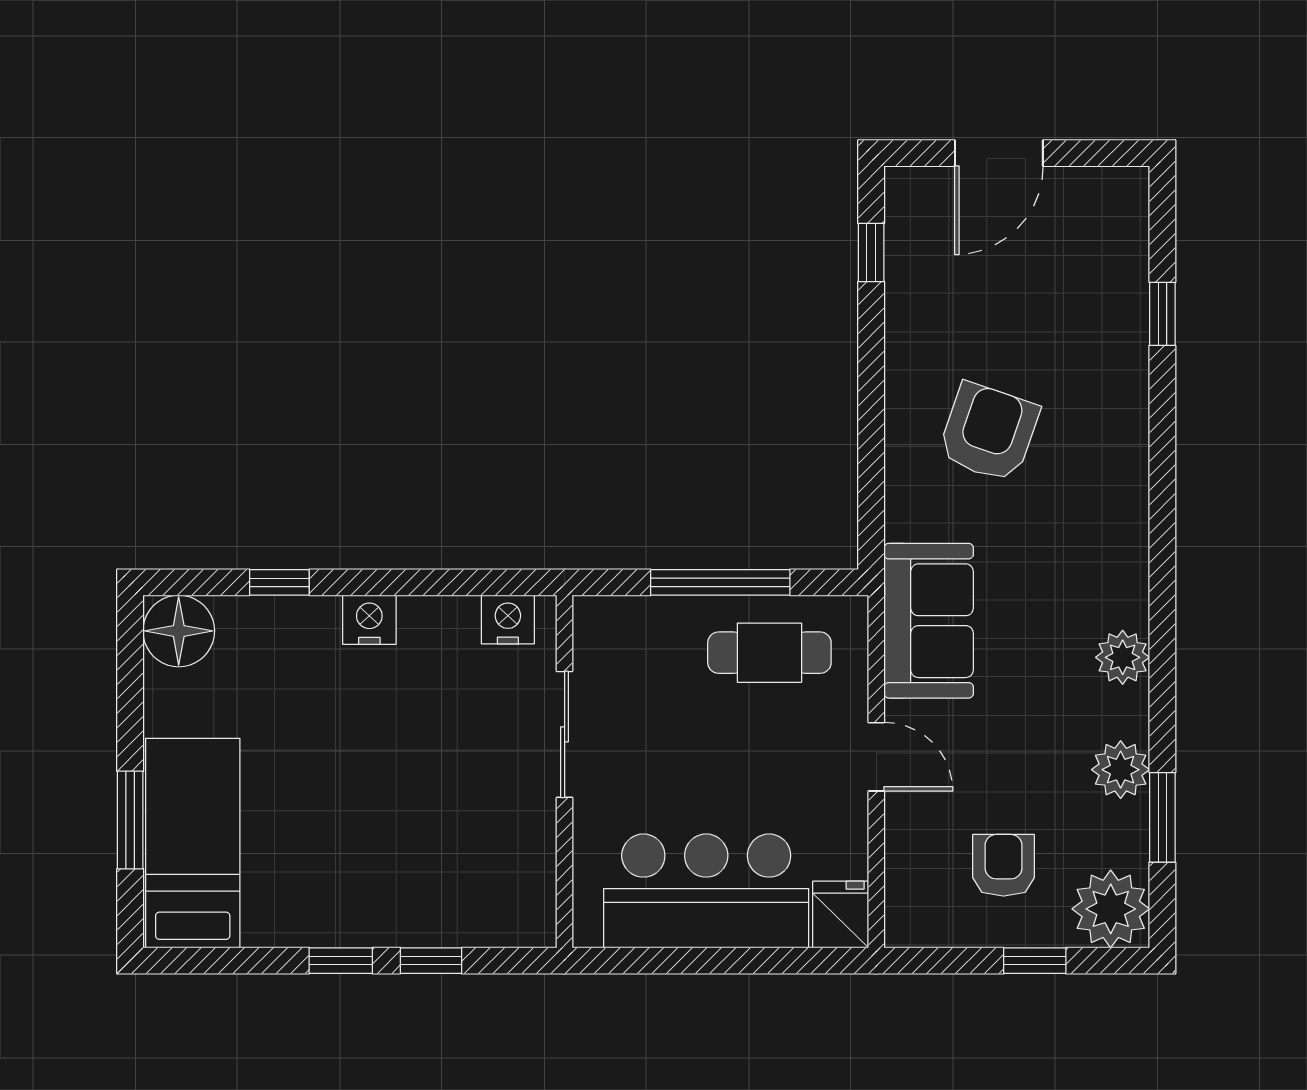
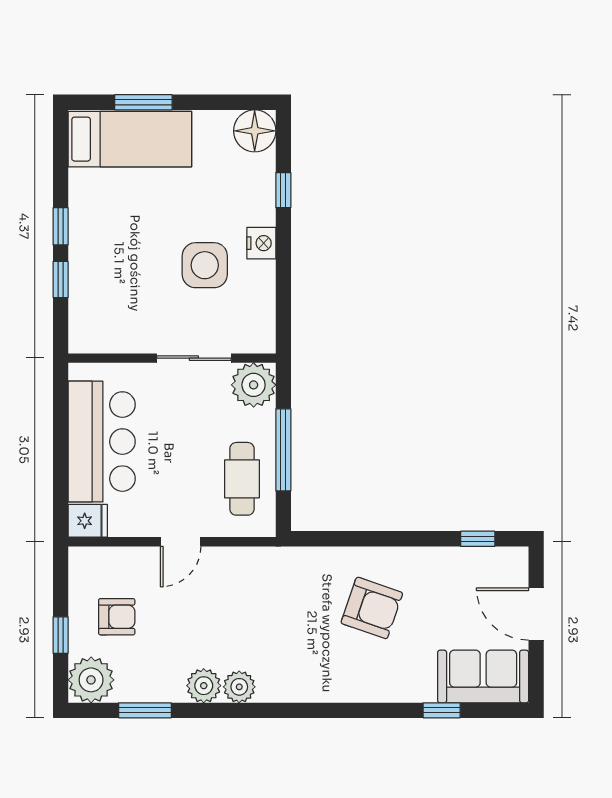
nightstand: (508, 620) -> (261, 325), removed
sofa: (929, 621) -> (483, 676), moved, turned 180
plant: (610, 633) -> (254, 385), added
side table: (407, 716) -> (205, 265), added
plant: (1121, 770) -> (204, 686), moved

